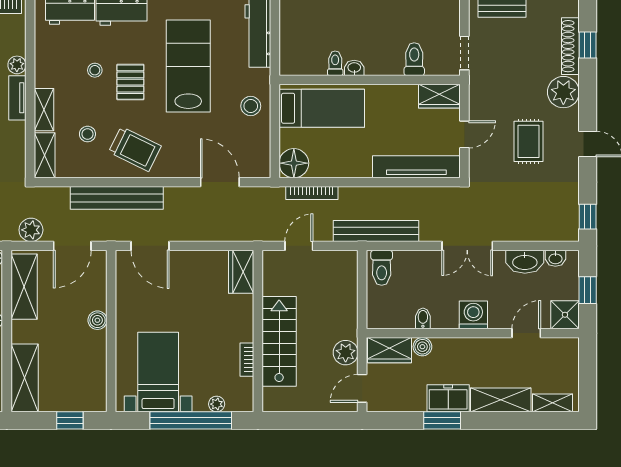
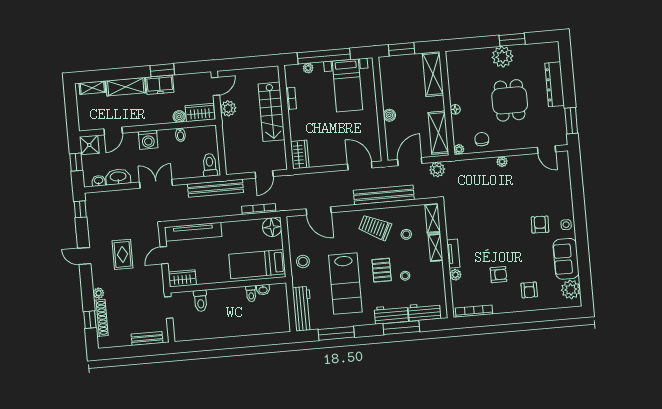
washbasin: (354, 68) -> (263, 290), moved
plant: (563, 92) -> (99, 293), width x0.53, depth x0.53
window: (70, 420) -> (402, 49), width x1.50

